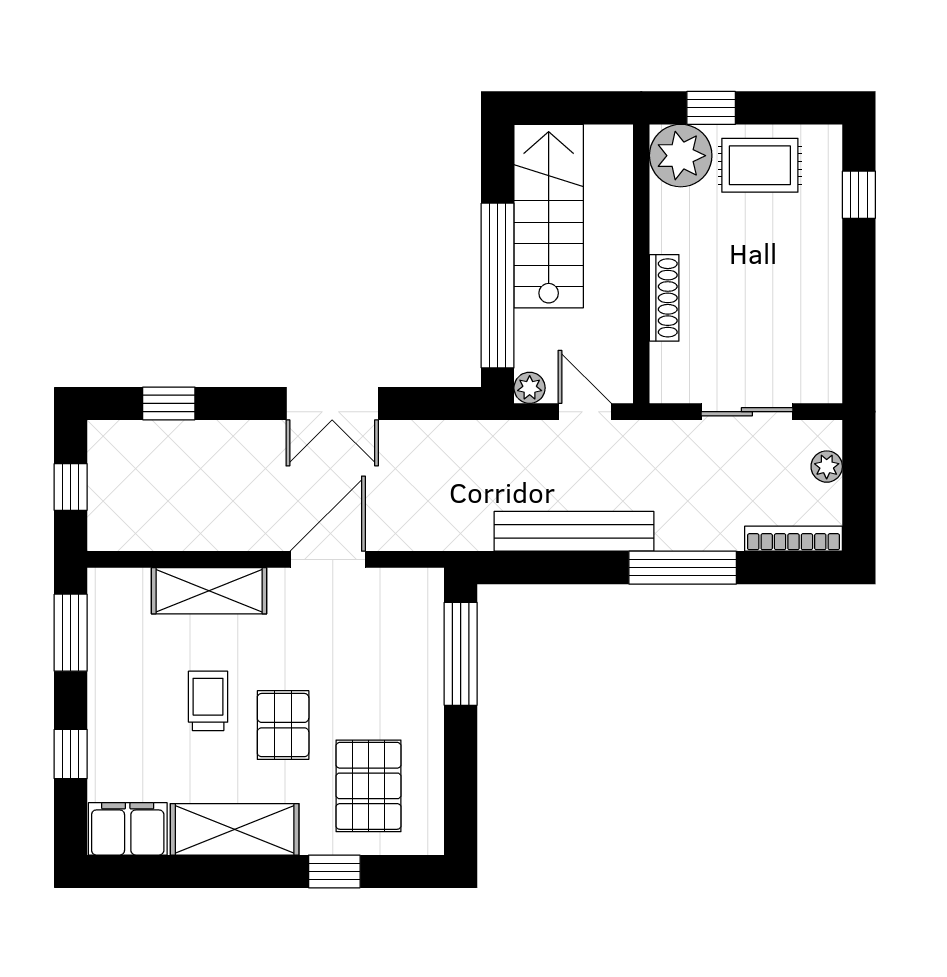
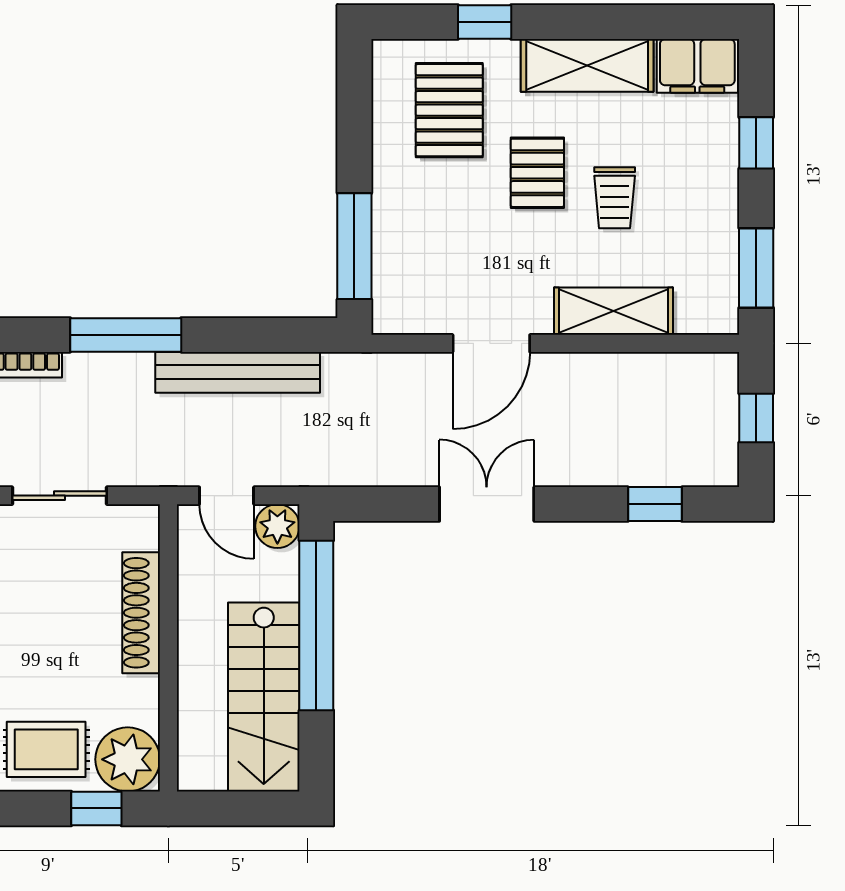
shoe rack: (664, 298) -> (141, 613), width x1.36, depth x1.24
plant: (530, 388) -> (277, 526), width x1.38, depth x1.38

